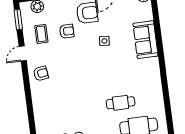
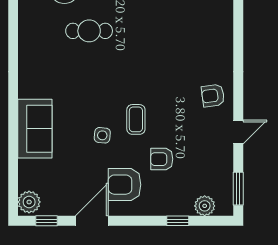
coffee table: (41, 34) -> (136, 119), moved

